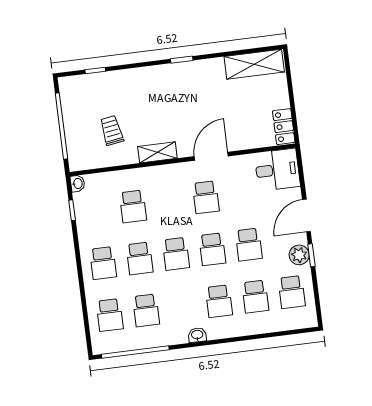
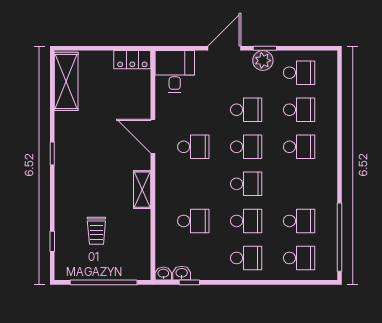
trolley: (112, 130) -> (96, 231), moved, turned -81
door: (306, 216) -> (224, 48), swing flipped
washbasin: (197, 335) -> (182, 273), moved, turned 90

